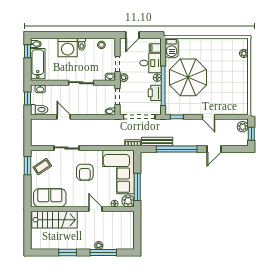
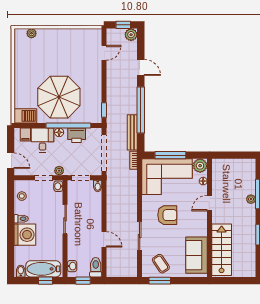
window: (27, 51) -> (46, 281), moved
door: (64, 117) -> (104, 239), swing flipped
door: (209, 117) -> (104, 53), moved
plant: (243, 127) -> (131, 35), moved
window: (137, 187) -> (170, 155), moved

